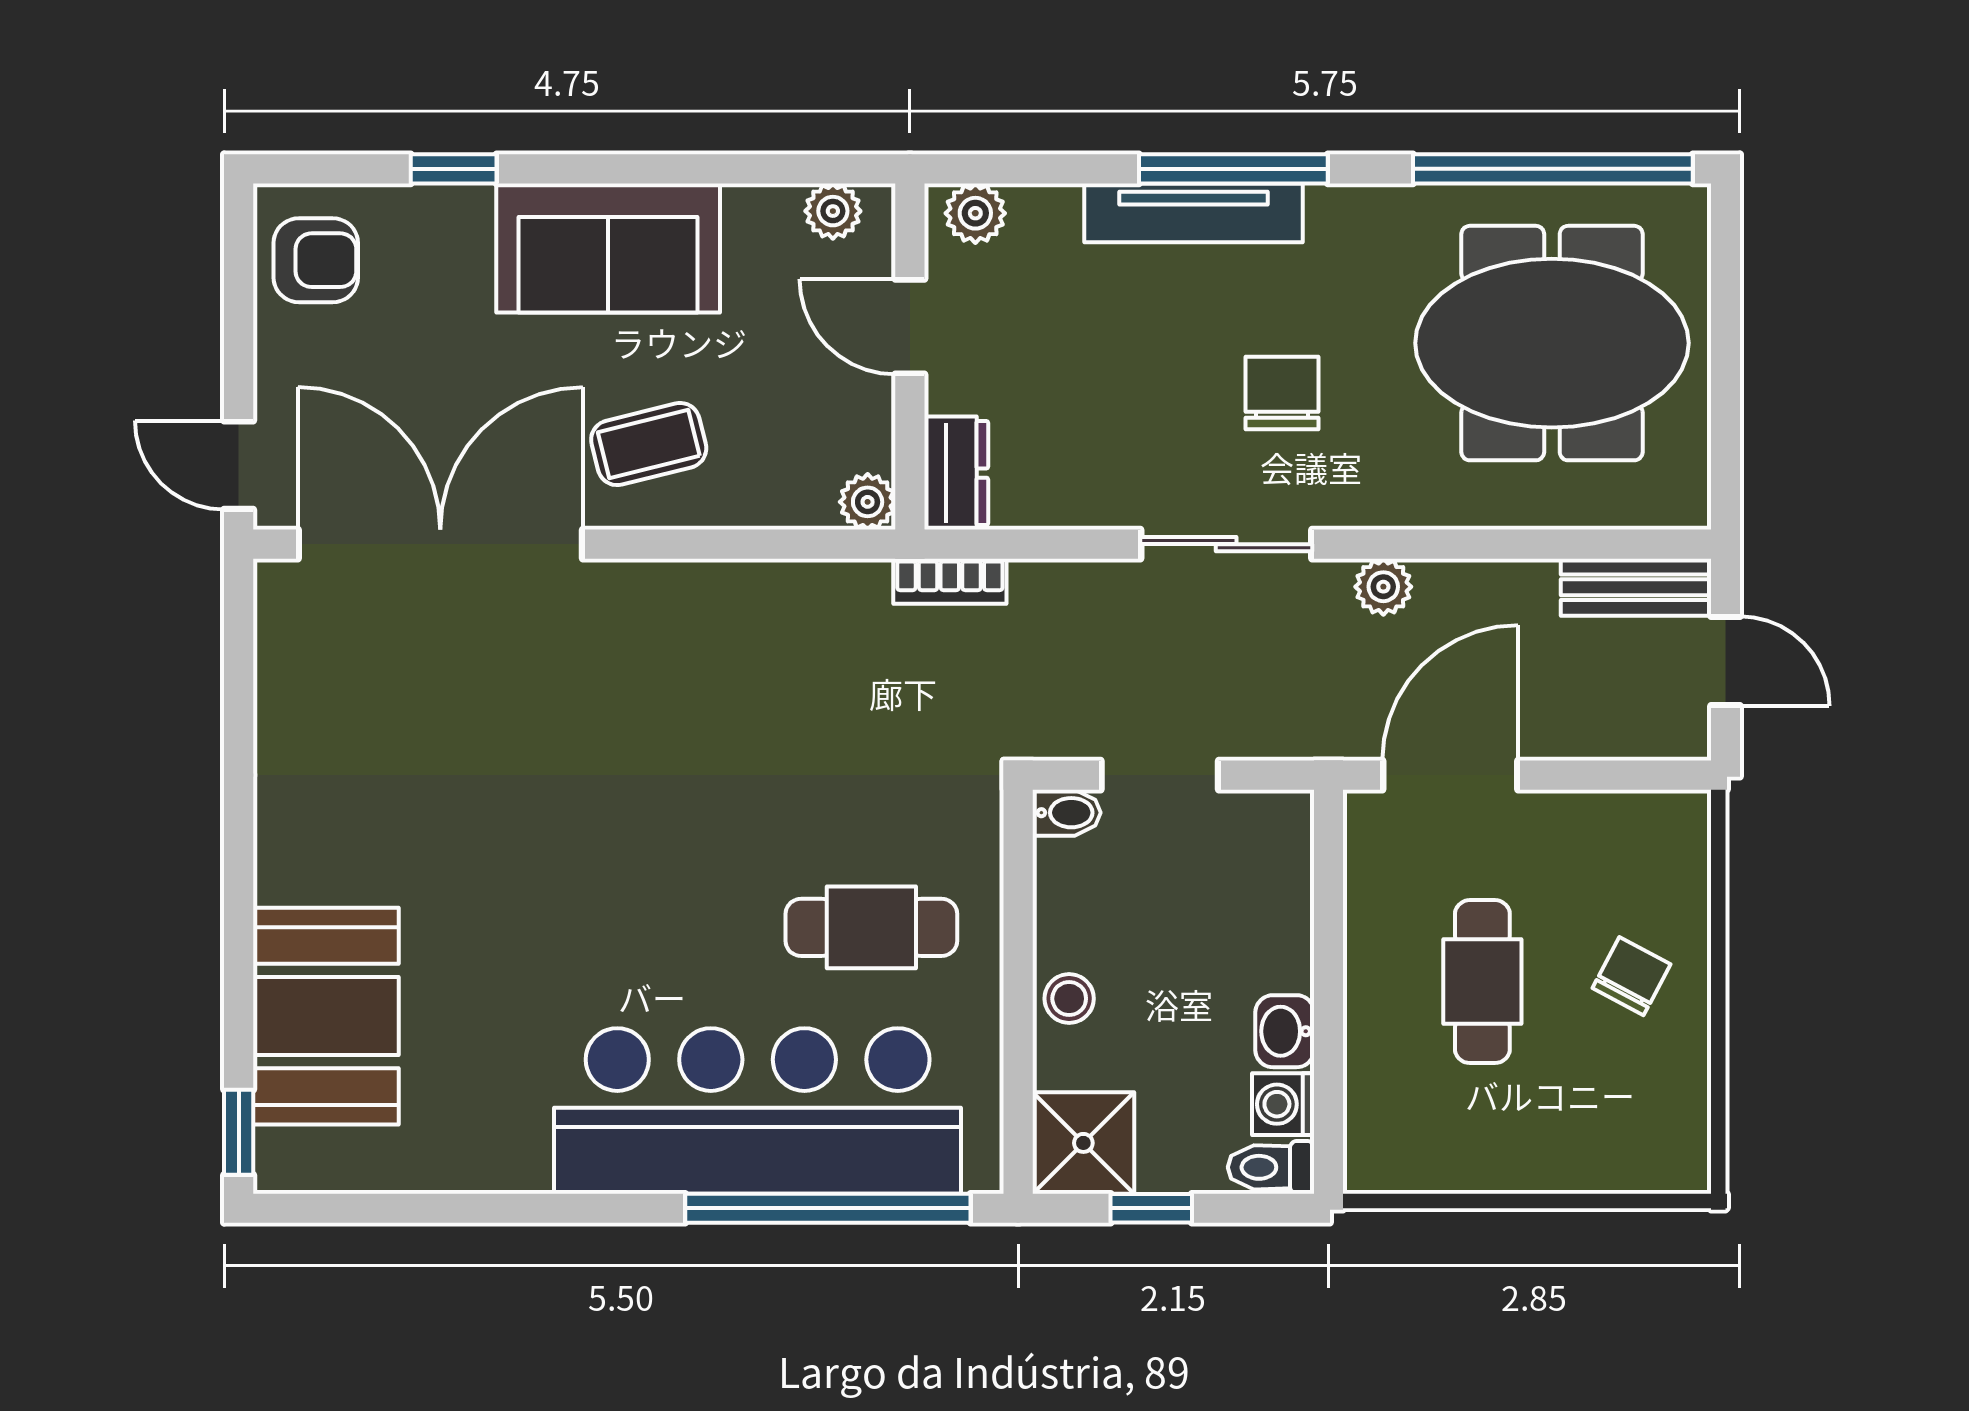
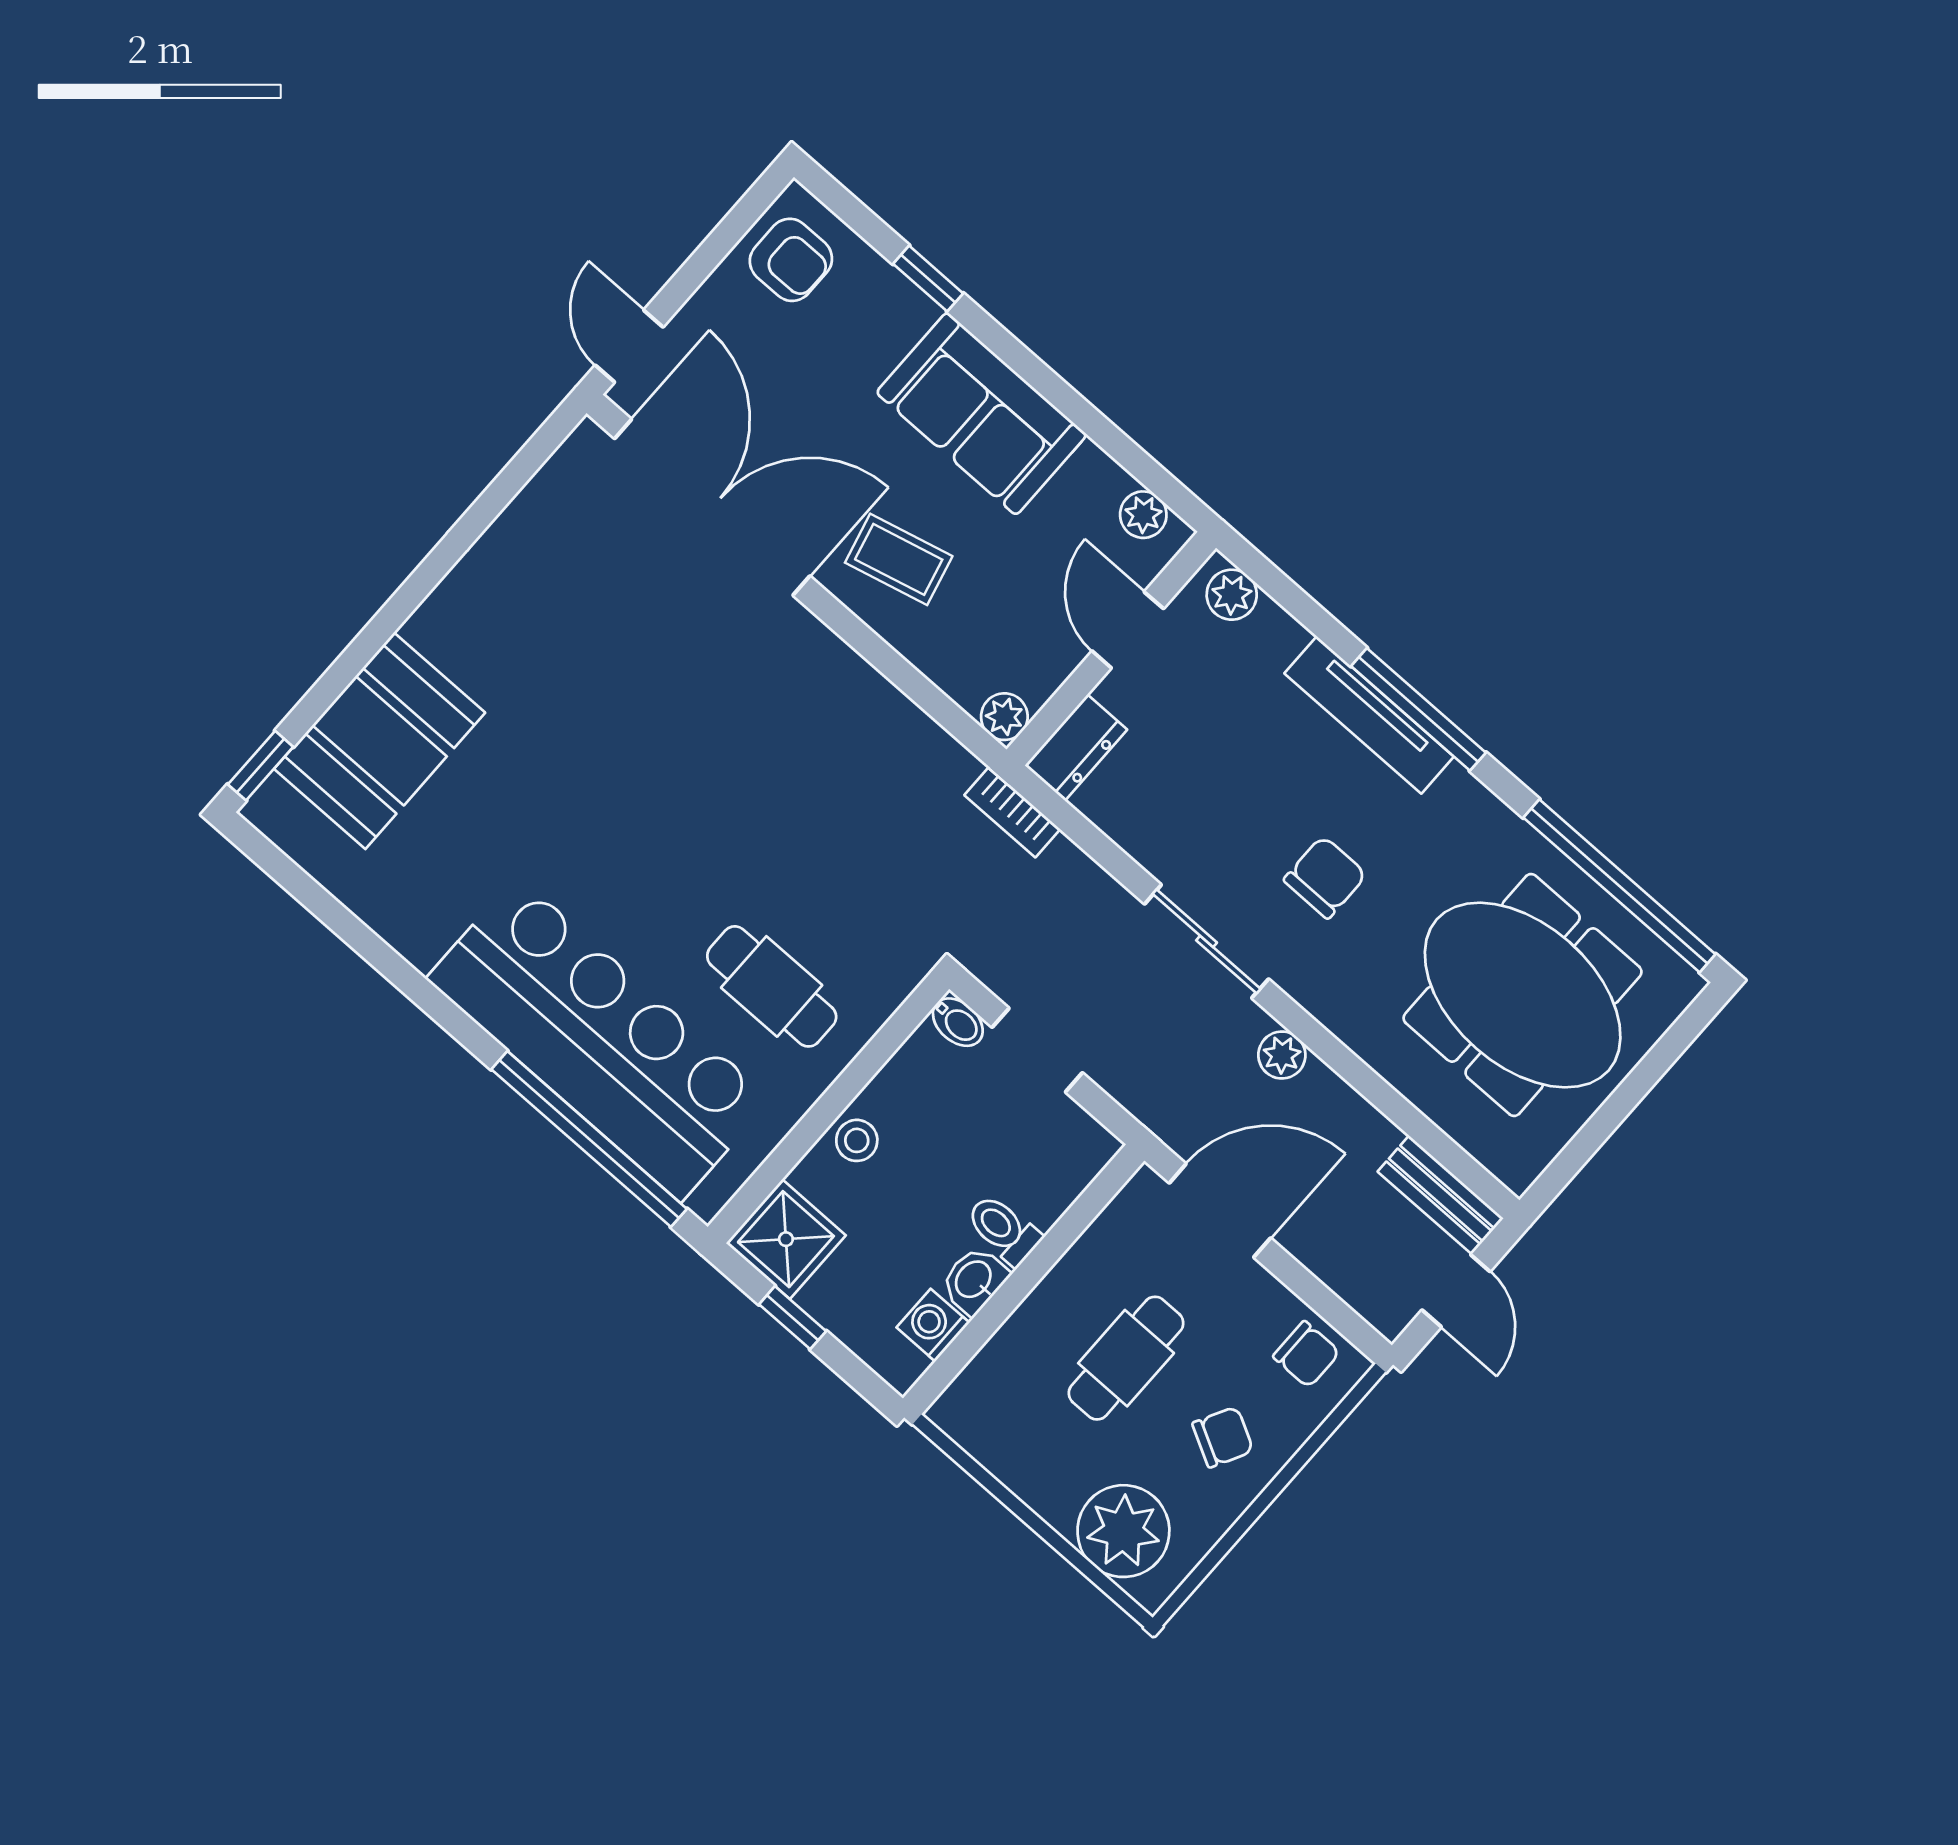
chair: (1641, 836) -> (1306, 1354), added
plant: (1616, 1139) -> (1123, 1531), added
toilet: (1271, 1167) -> (1003, 1230), moved

